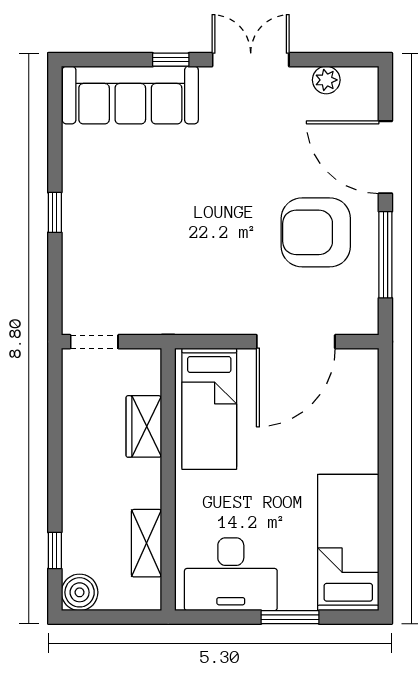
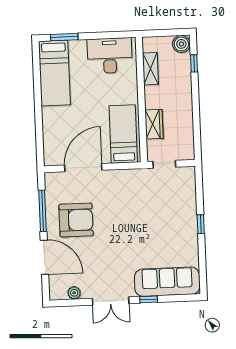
doorway: (94, 342) -> (164, 164), moved
window: (290, 617) -> (64, 37), moved

